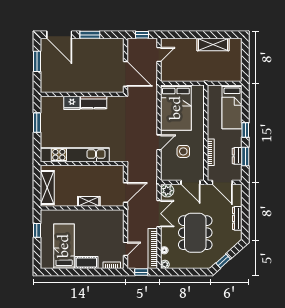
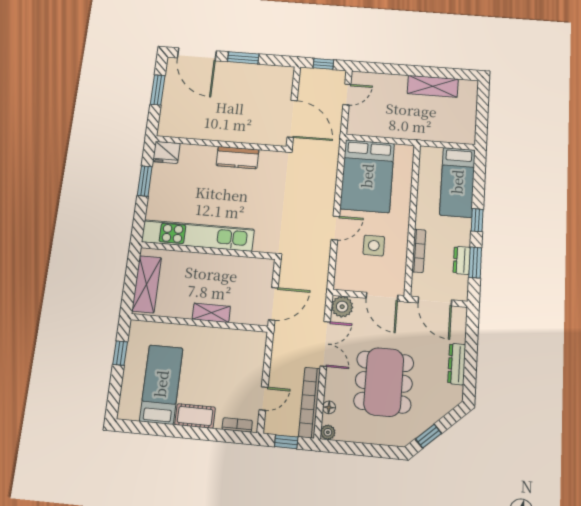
fridge: (72, 103) -> (166, 152), moved

